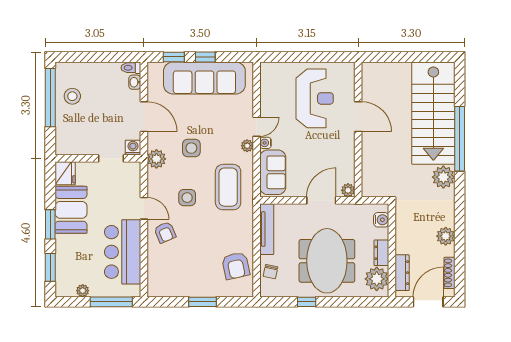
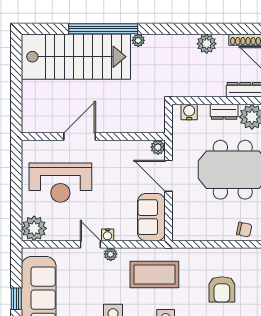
plant: (272, 74) -> (34, 228), added
reception desk: (315, 98) -> (60, 183), turned 180
sofa: (273, 172) -> (151, 217), moved, turned -90
plant: (443, 177) -> (138, 40), width x0.53, depth x0.53
tv unit: (267, 229) -> (199, 234), removed
armchair: (236, 266) -> (222, 289), moved, turned 102

